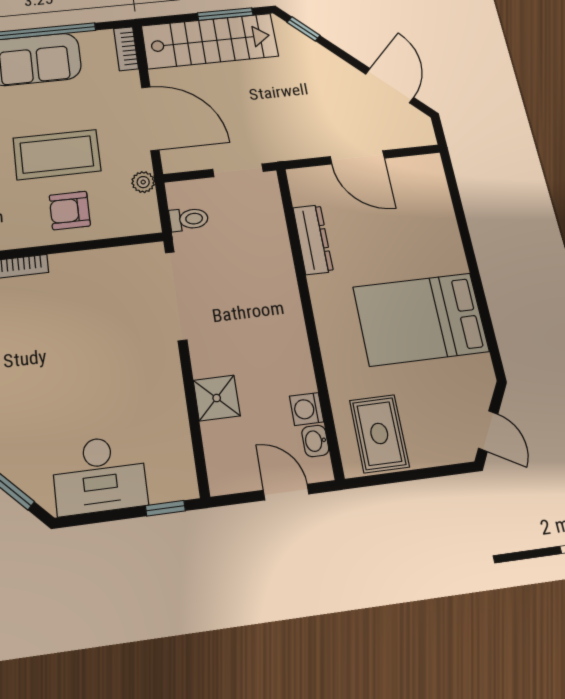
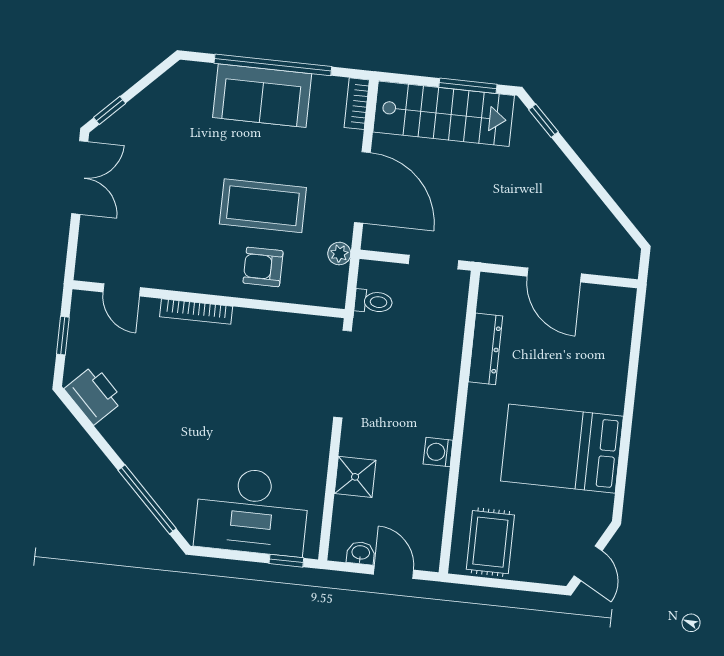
door: (390, 86) -> (611, 205), removed
washing machine: (307, 409) -> (438, 452), moved
washbasin: (315, 441) -> (361, 553), moved, turned 90
desk: (99, 475) -> (252, 511), width x1.36, depth x1.30

